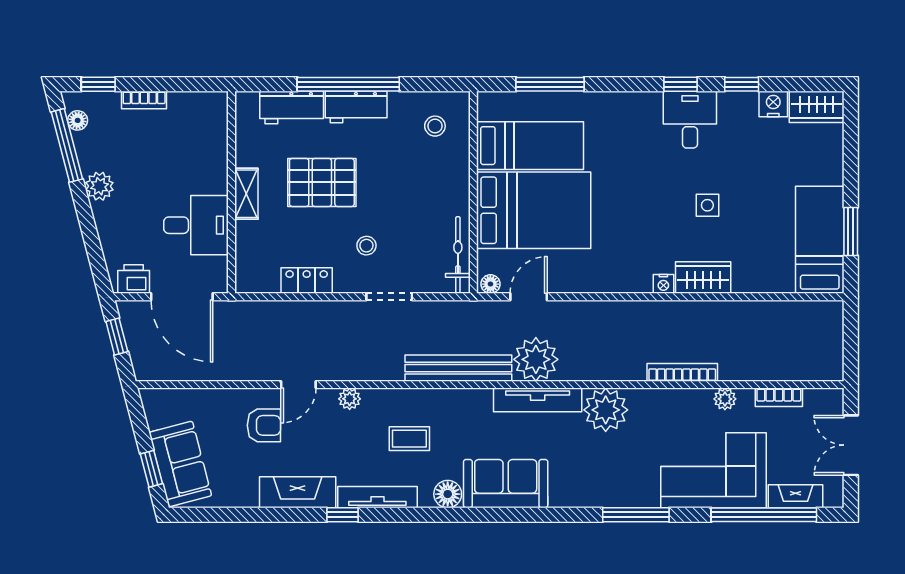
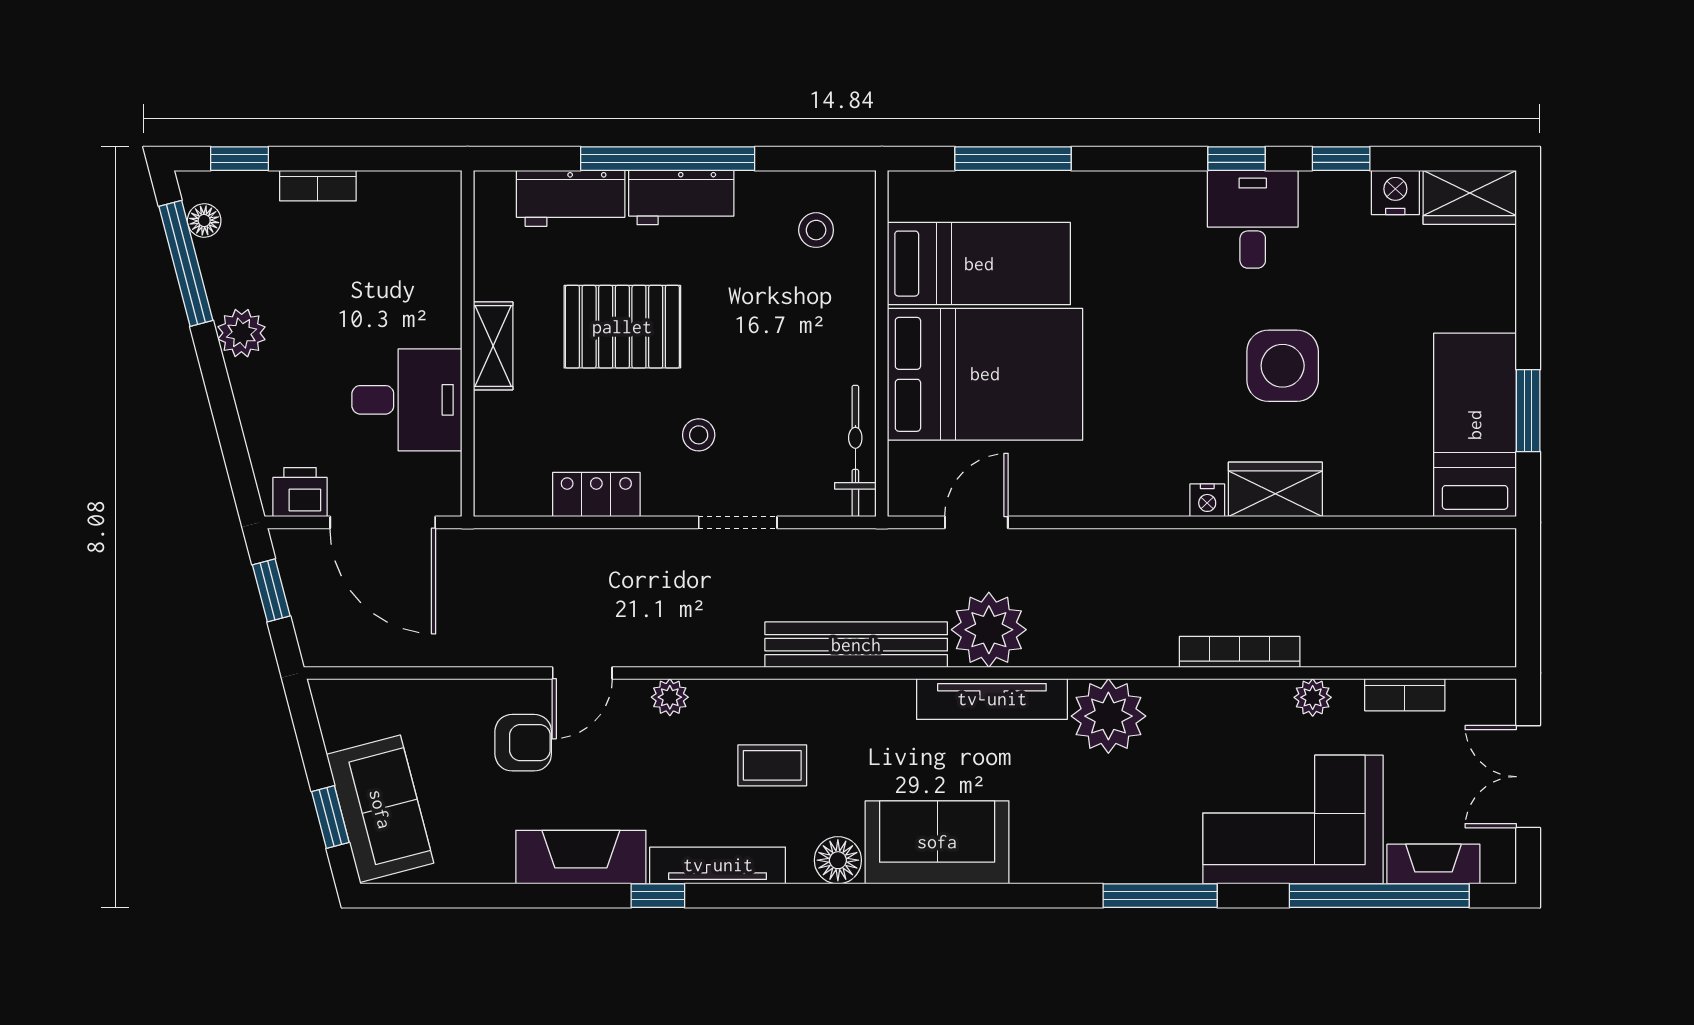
side table: (707, 205) -> (1283, 366), width x1.87, depth x1.87
floor lamp: (490, 284) -> (911, 501), removed

